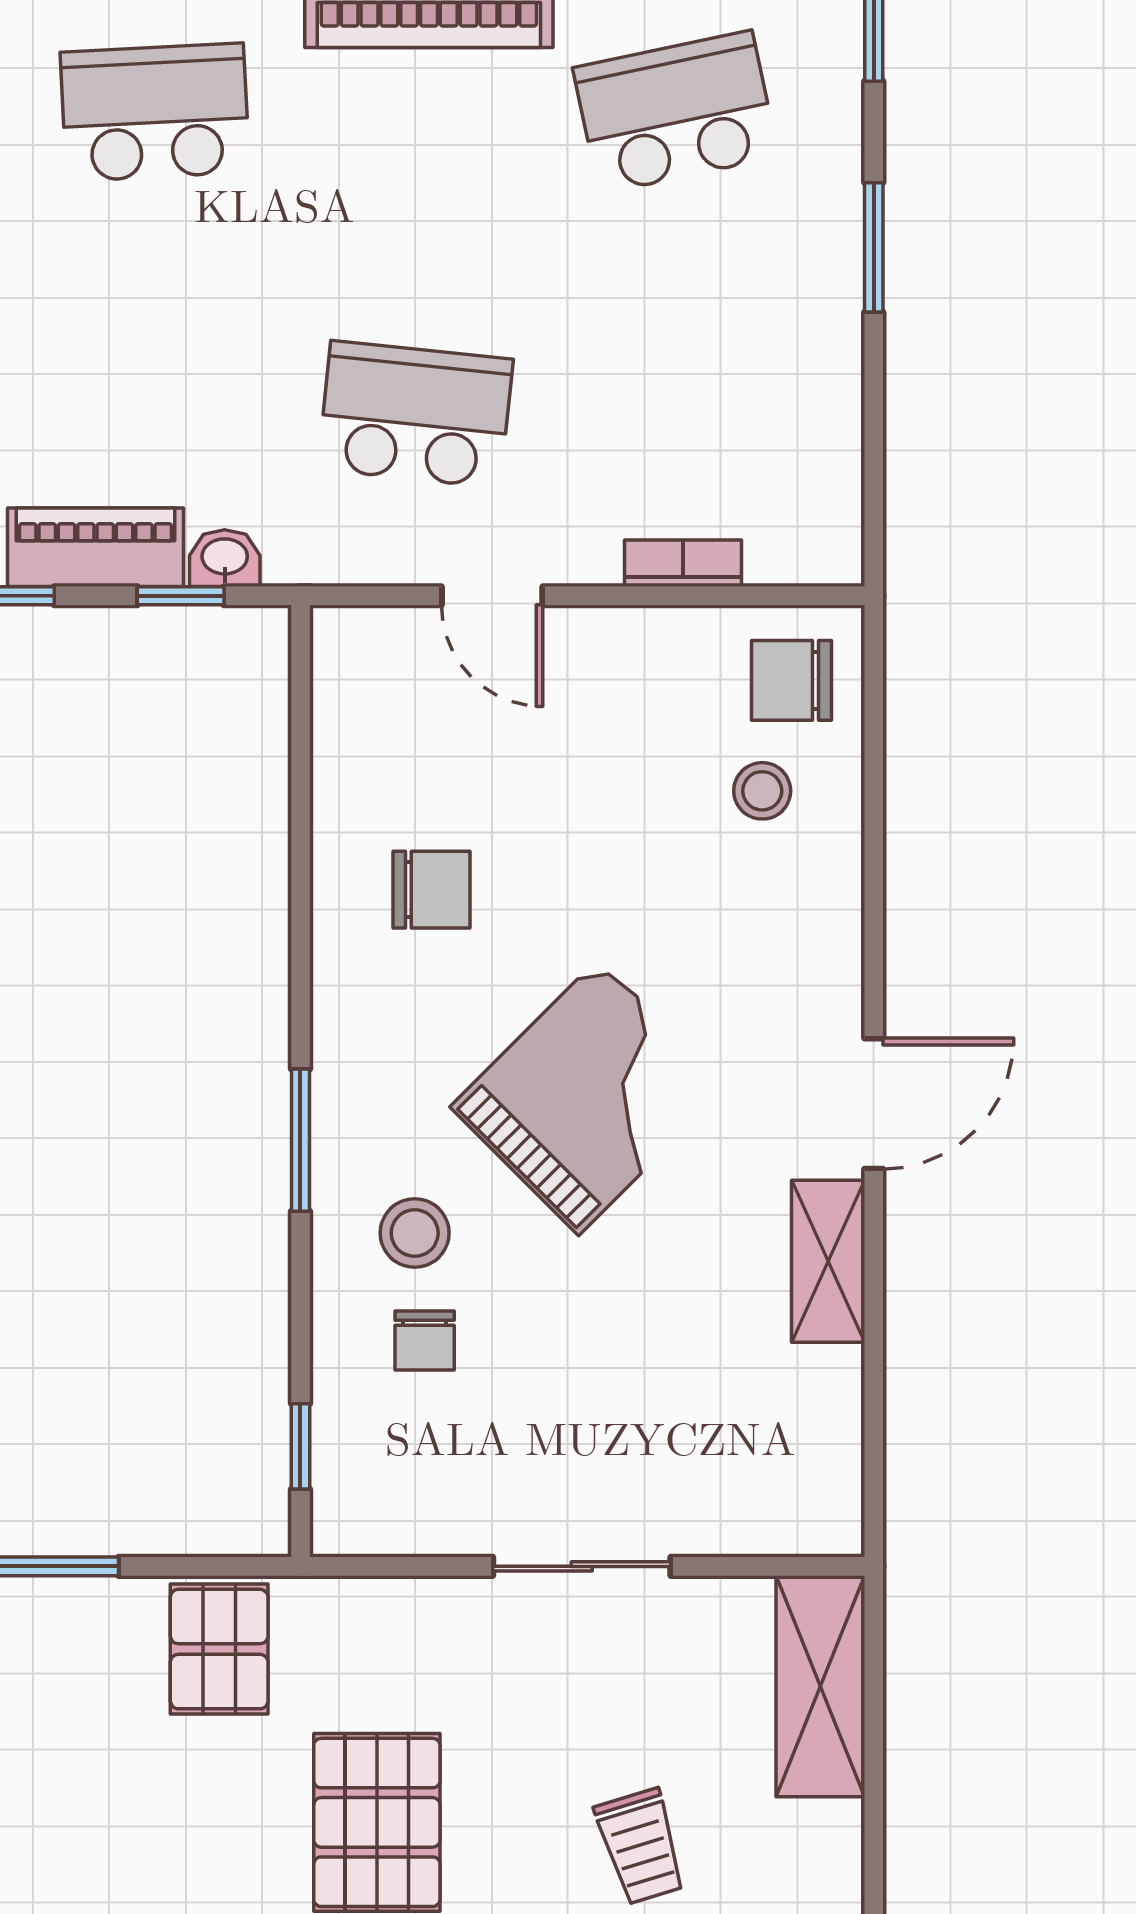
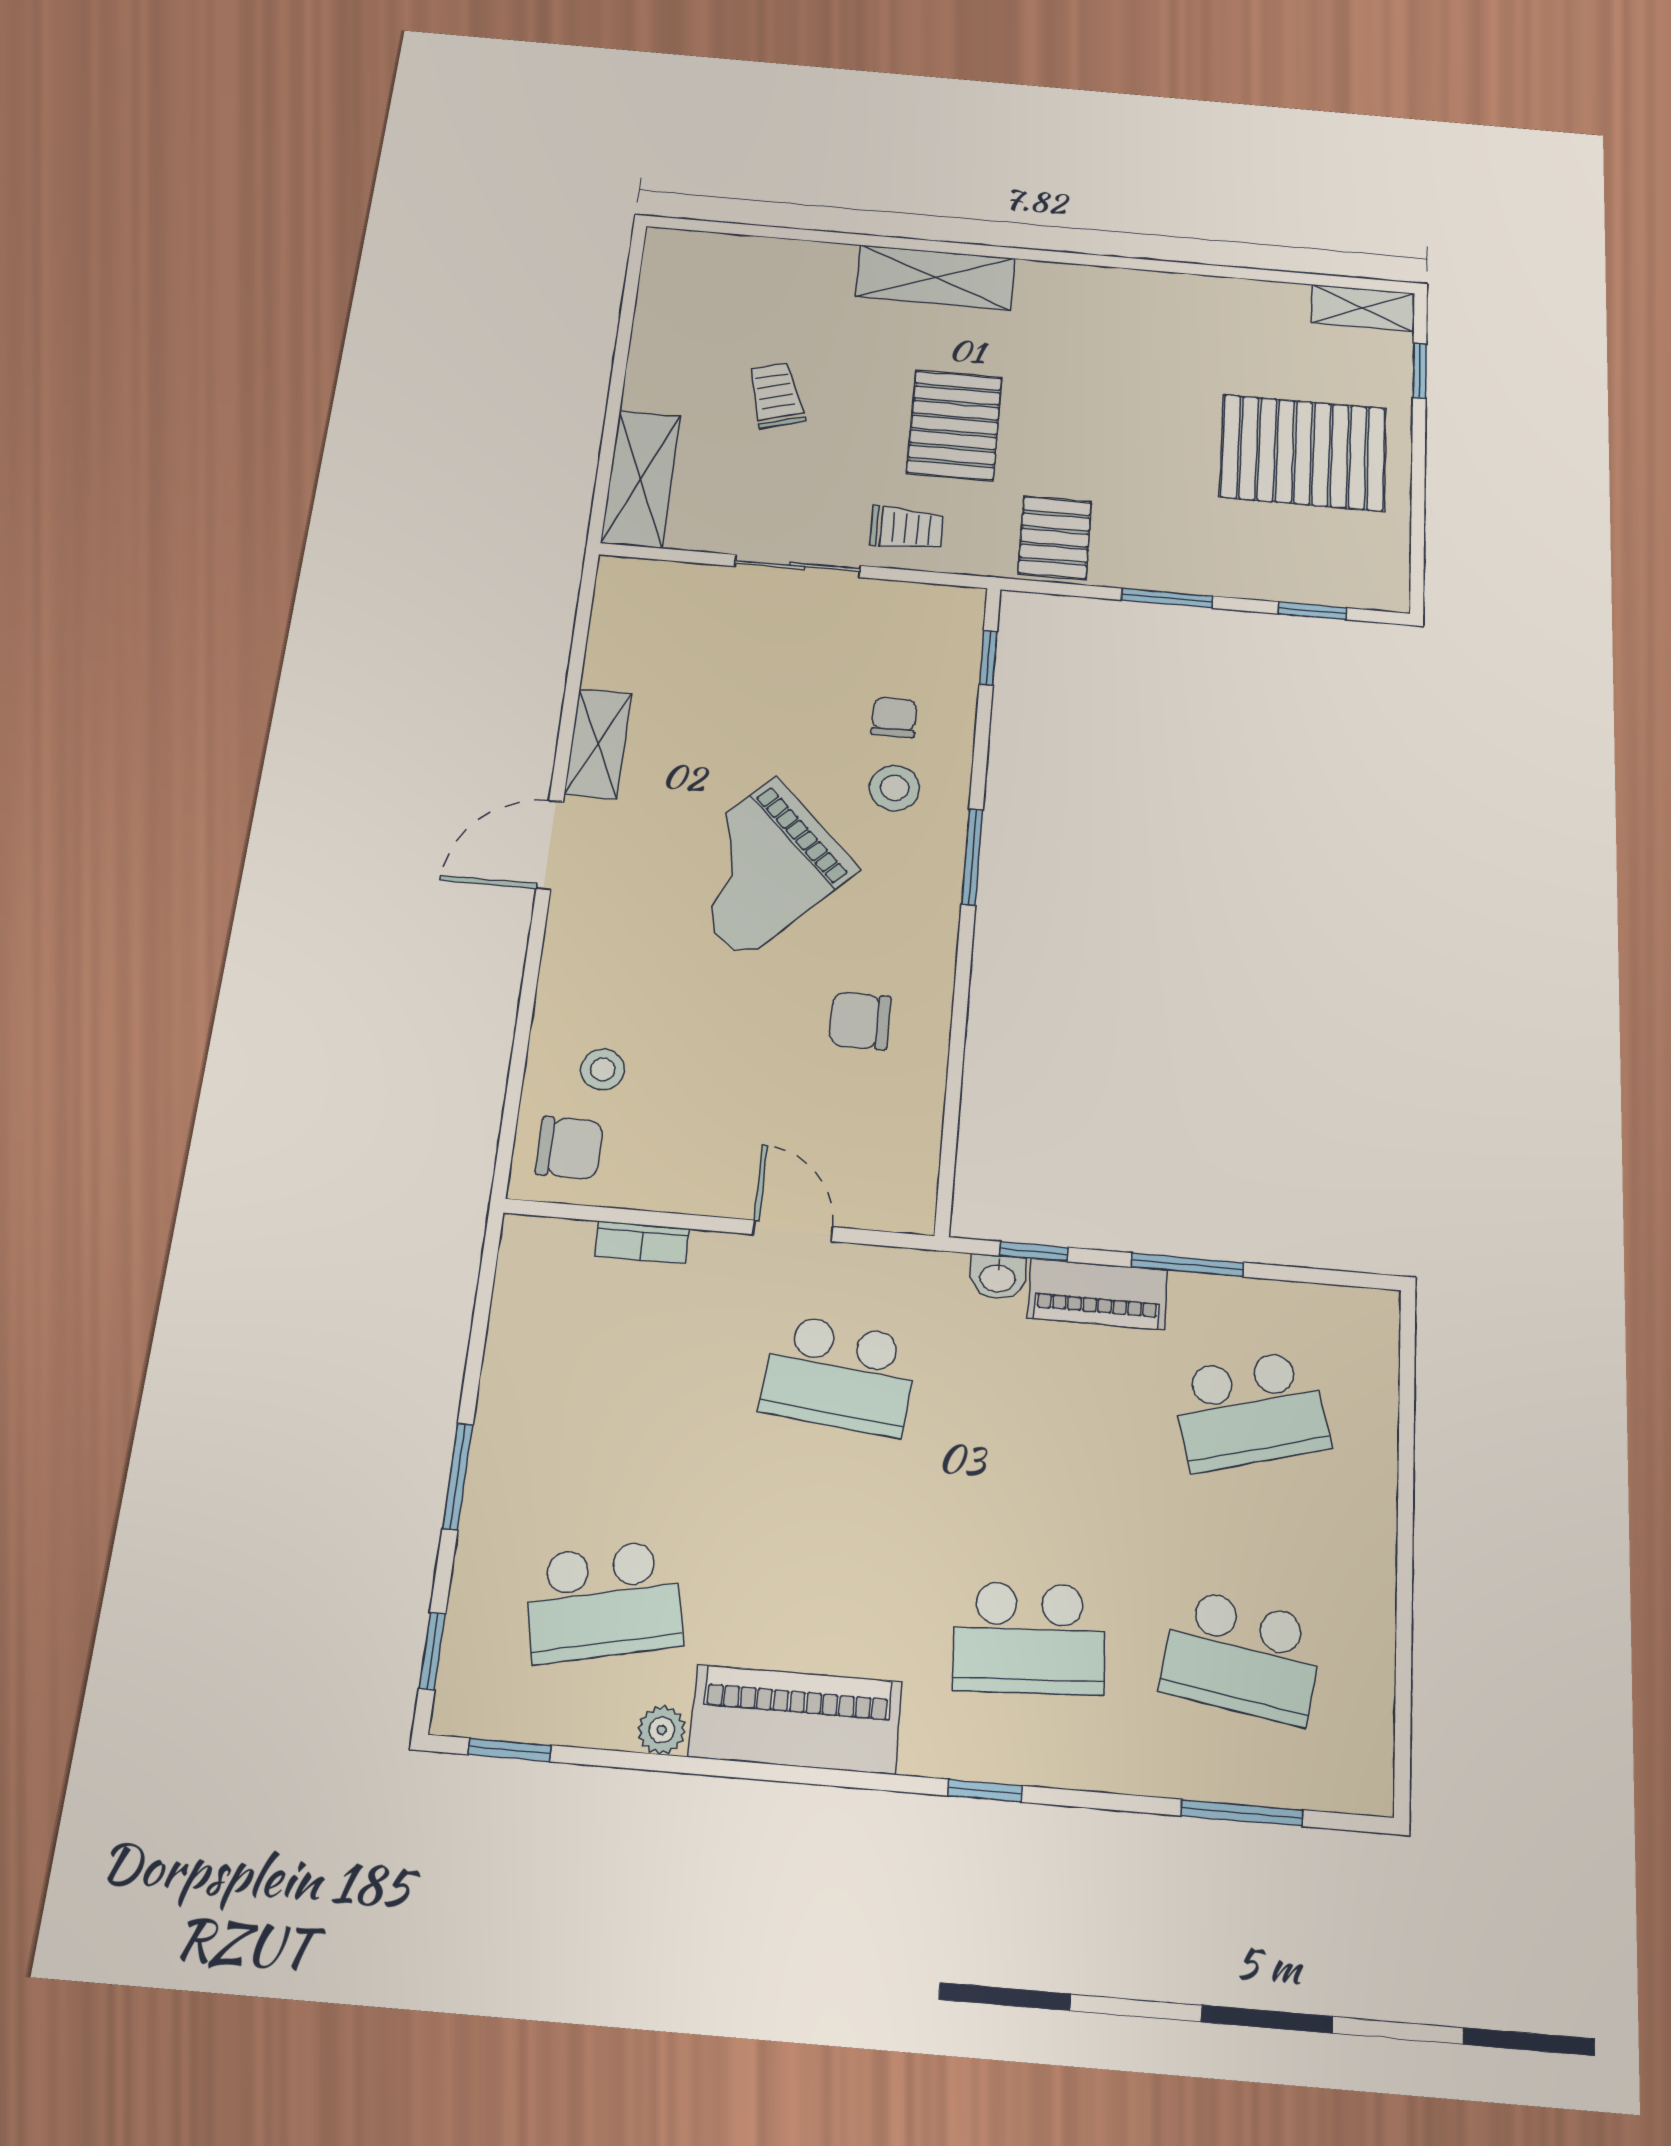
trolley: (432, 1643) -> (907, 528), added

